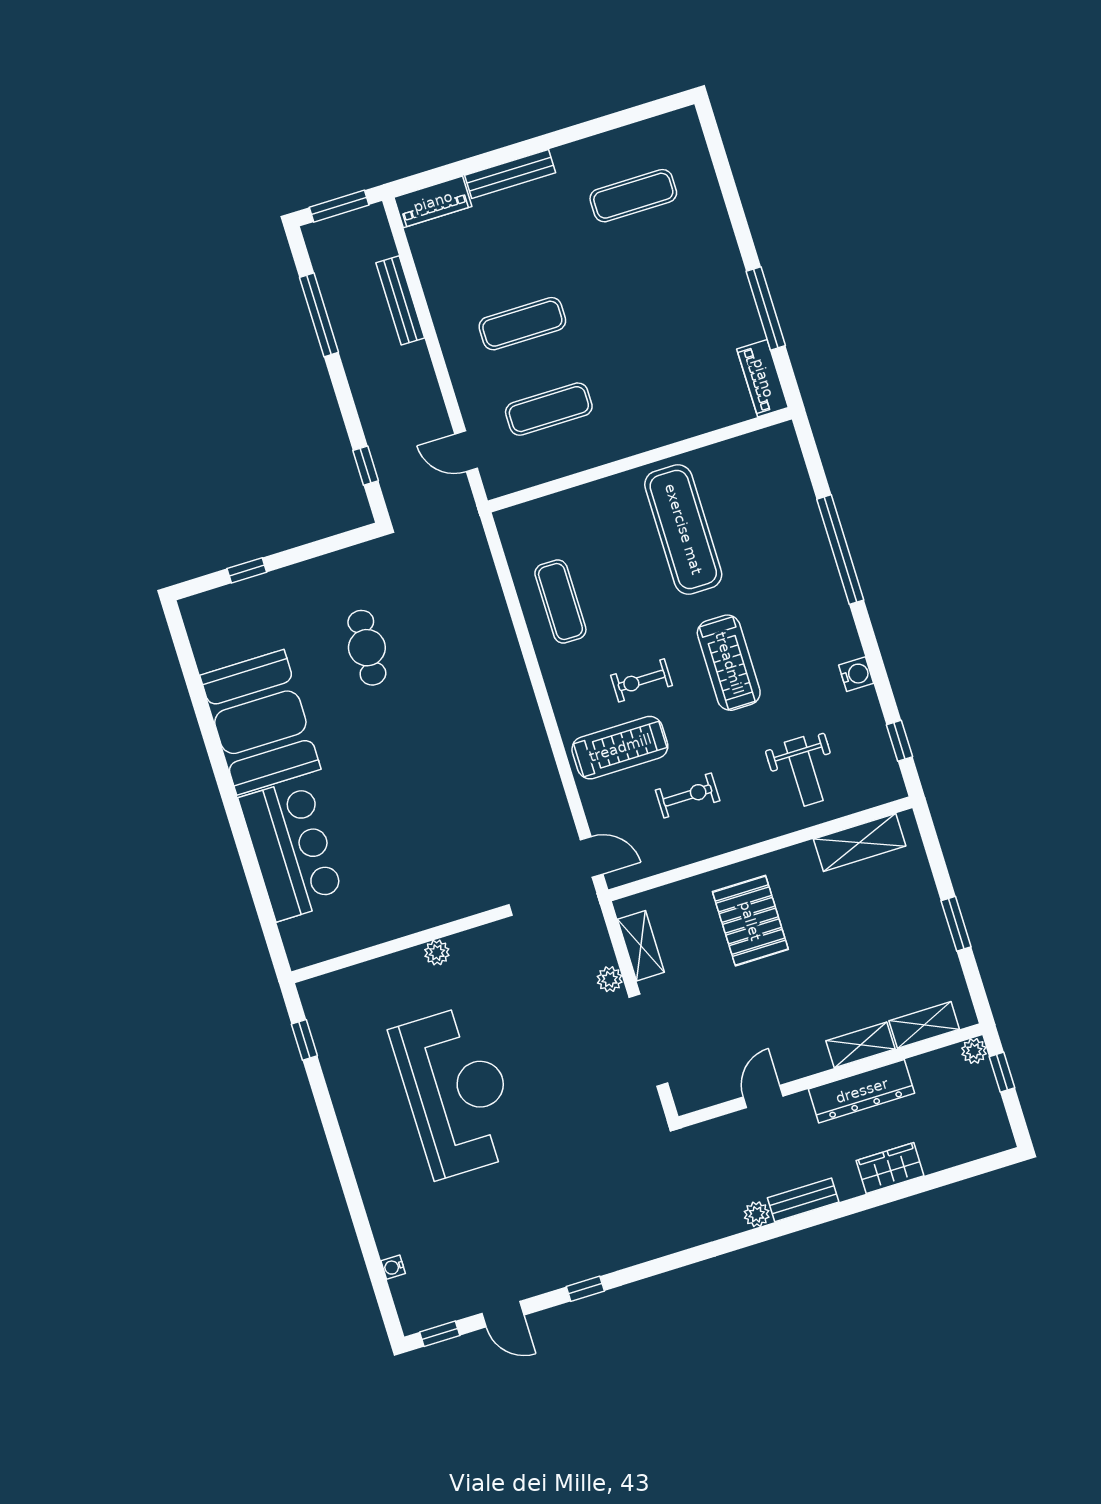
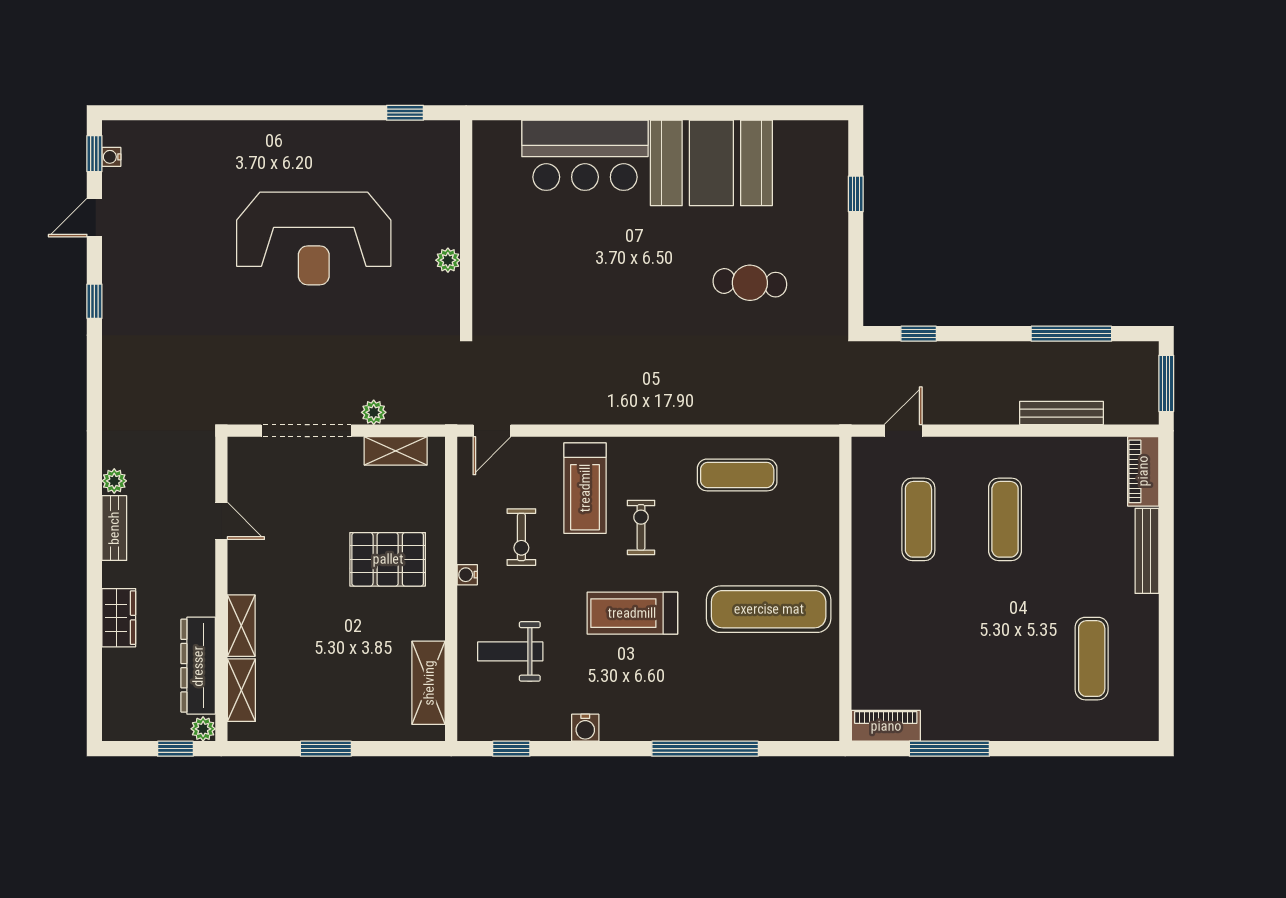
water cooler: (741, 837) -> (467, 575), added
dresser: (862, 1091) -> (198, 666), moved
water cooler: (393, 1267) -> (111, 157), moved, turned -90

